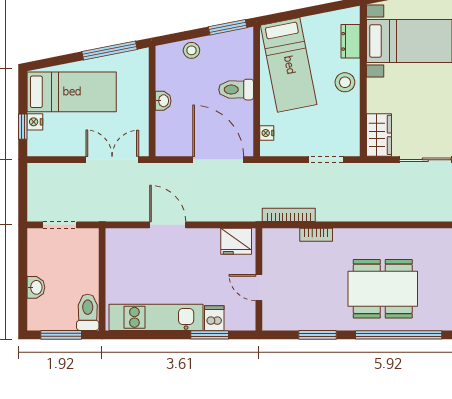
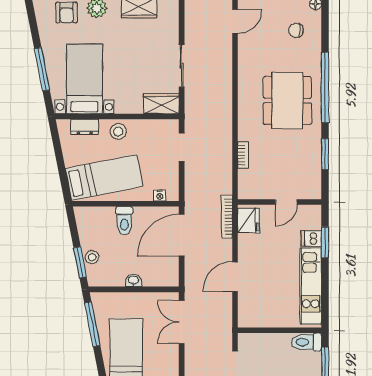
window: (228, 27) -> (80, 262), moved
bookcase: (289, 215) -> (227, 217), moved

